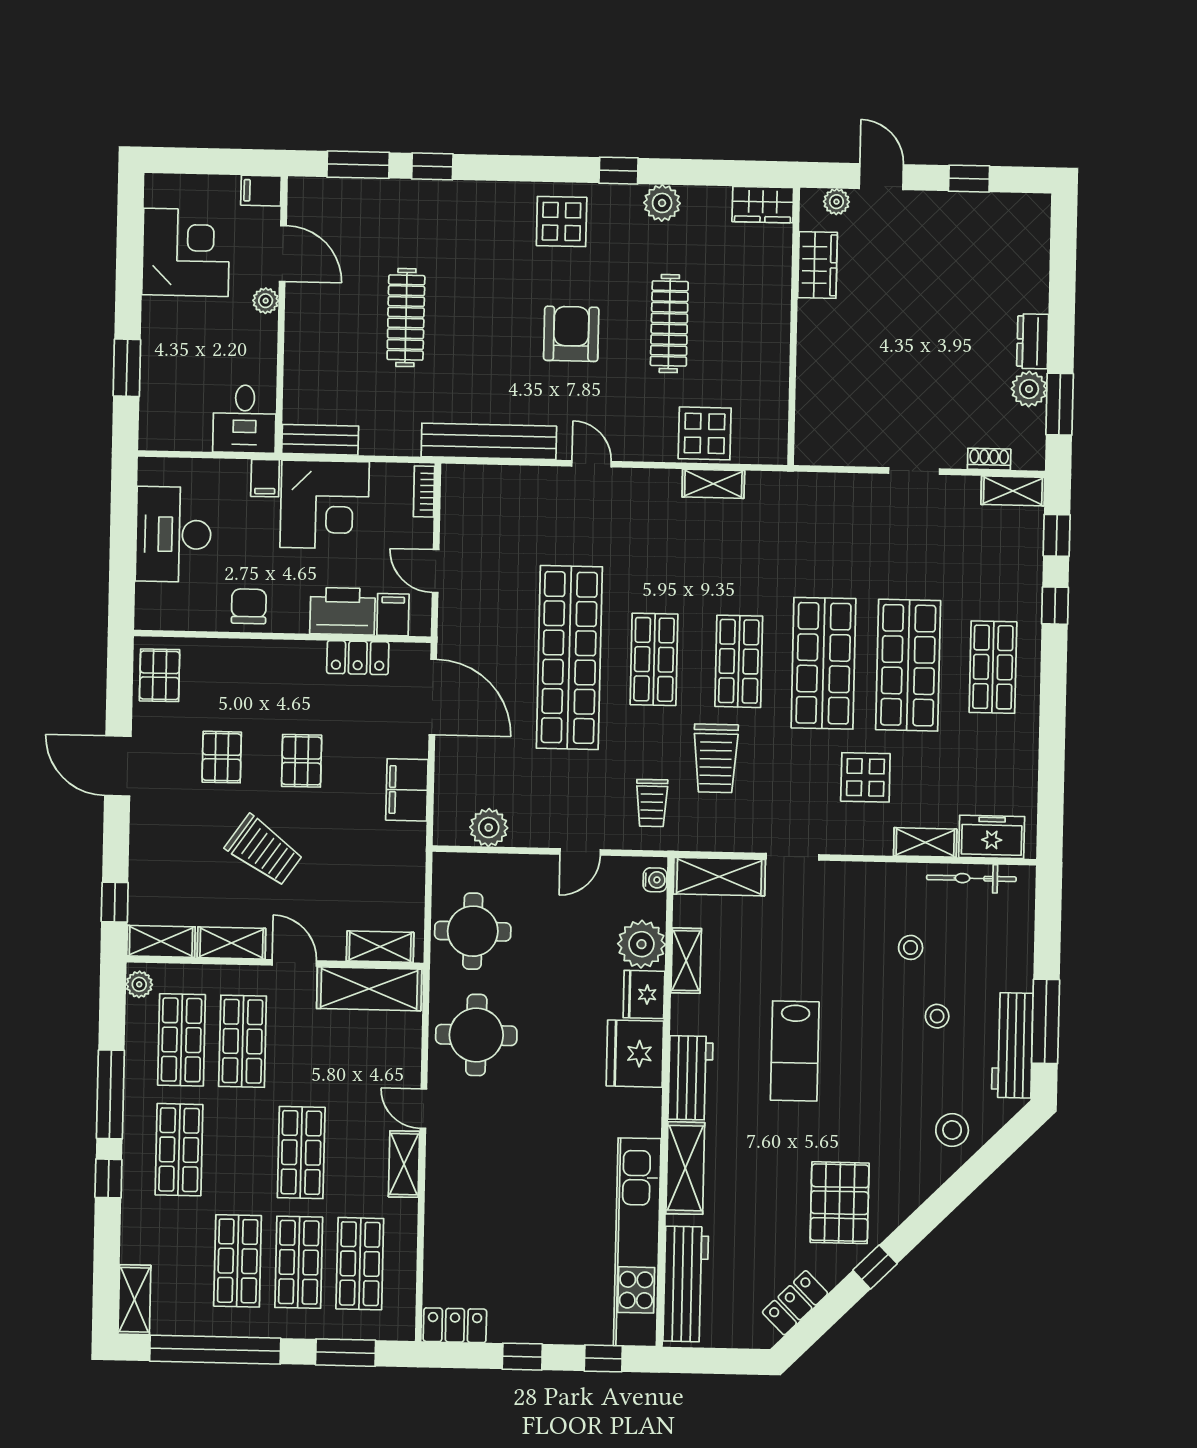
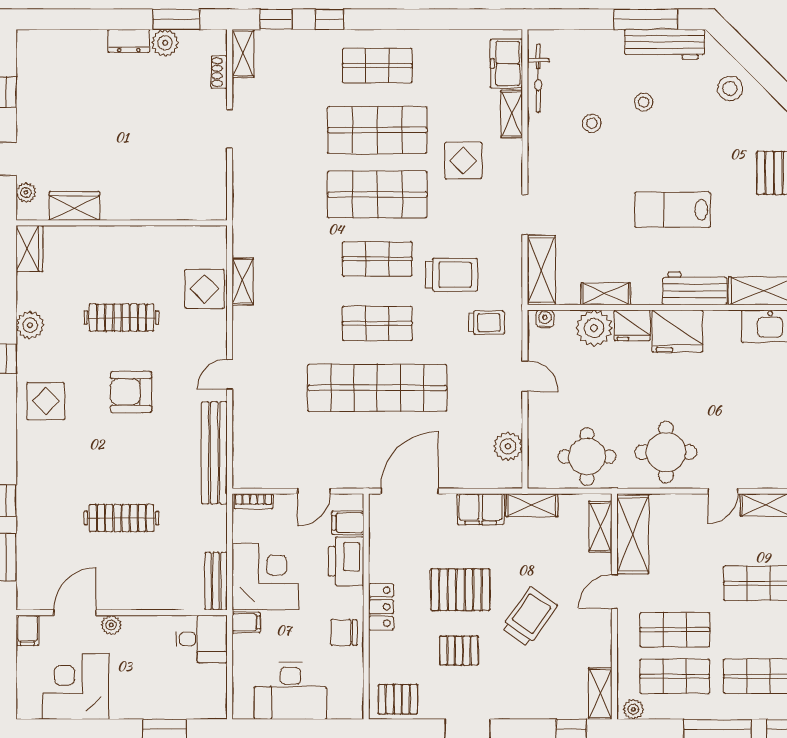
locker: (358, 658) -> (381, 607), moved
pallet: (302, 761) -> (460, 590), width x1.50, depth x1.42
shelving: (231, 943) -> (532, 505), moved, turned 90
lab bench: (795, 1051) -> (673, 210), turned 180

